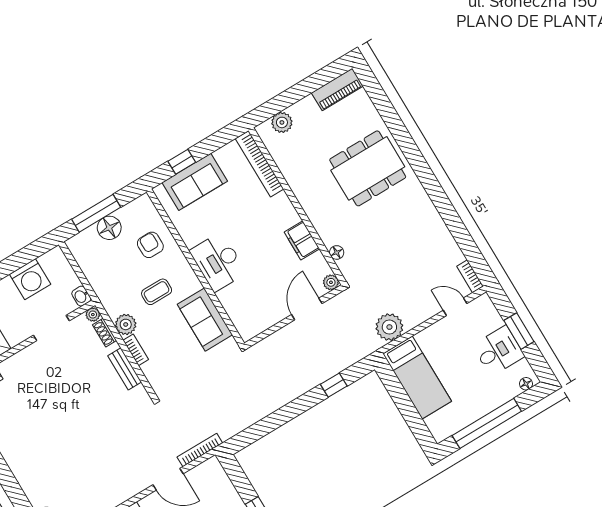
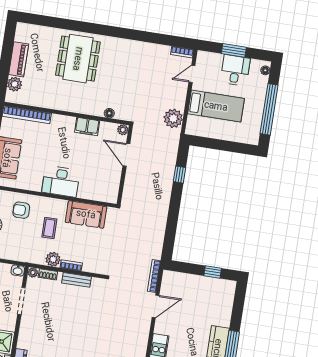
piano: (337, 90) -> (19, 59), moved
bed: (417, 377) -> (216, 106), moved

